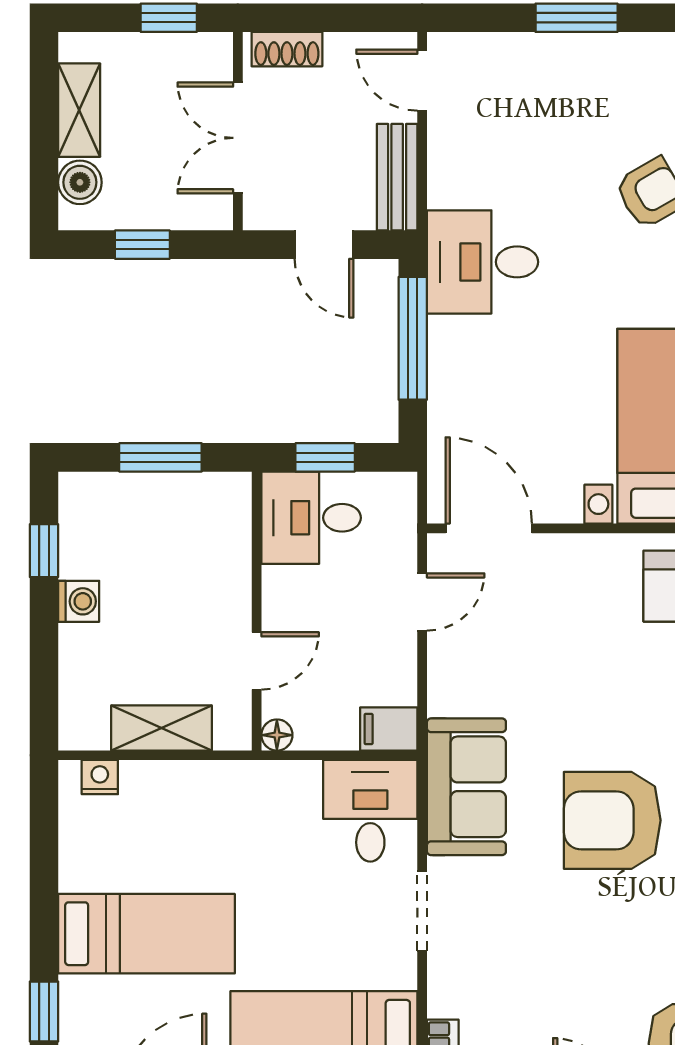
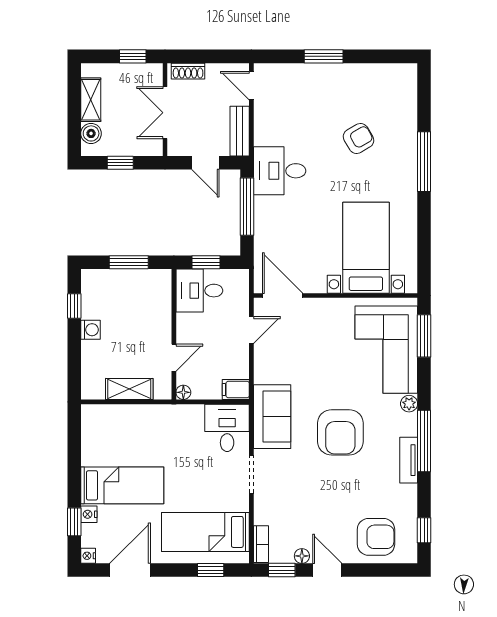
nightstand: (100, 777) -> (89, 514), moved, turned -90
armchair: (612, 820) -> (340, 432), turned -90

